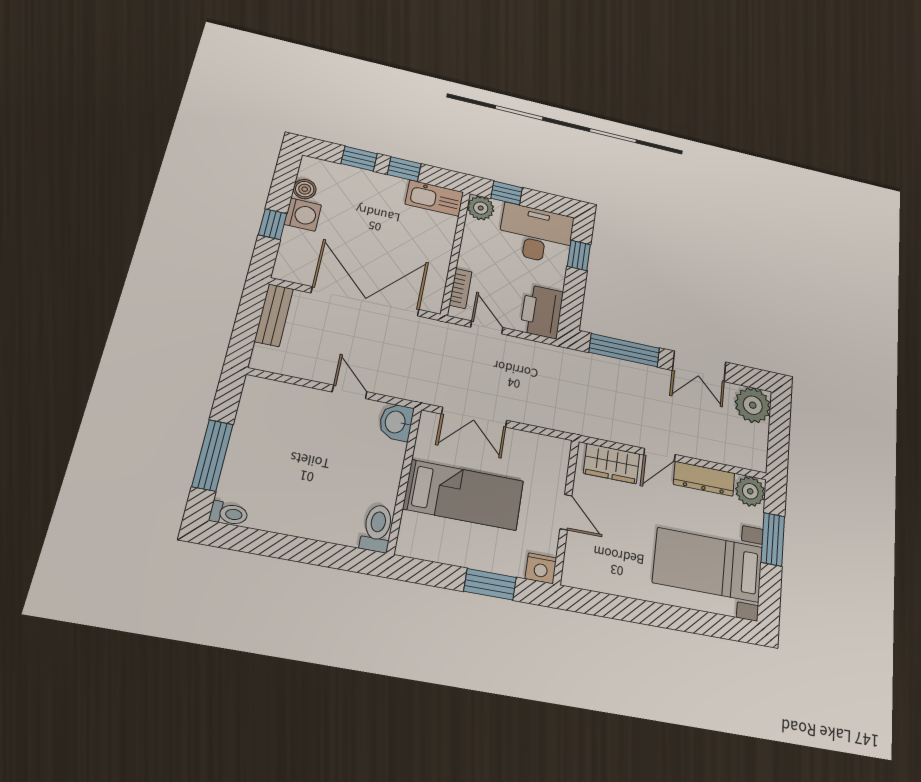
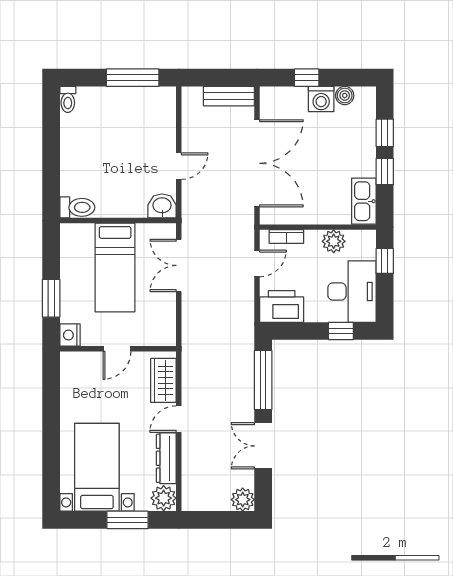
plant: (481, 208) -> (334, 241), moved
plant: (753, 405) -> (243, 500), width x0.73, depth x0.73
window: (213, 455) -> (133, 78), moved
door: (659, 455) -> (179, 419), hinge flipped

